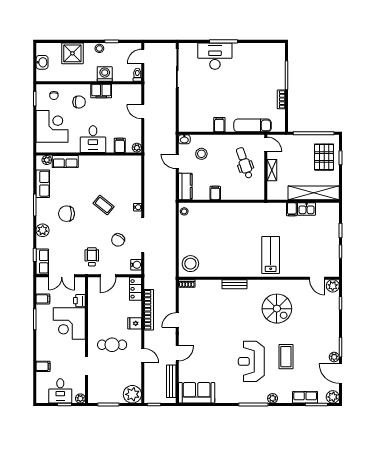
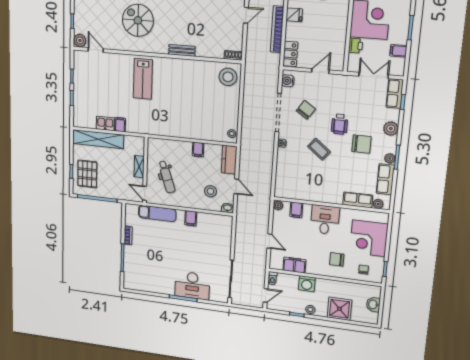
filing cabinet: (101, 91) -> (294, 265), moved
plant: (41, 203) -> (390, 158), added
wheelchair: (92, 257) -> (340, 124), moved

